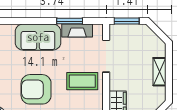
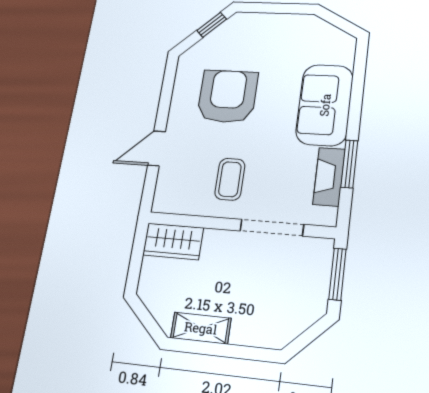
shelving: (160, 72) -> (201, 328), moved
coffee table: (82, 81) -> (230, 179), width x0.73, depth x0.77

